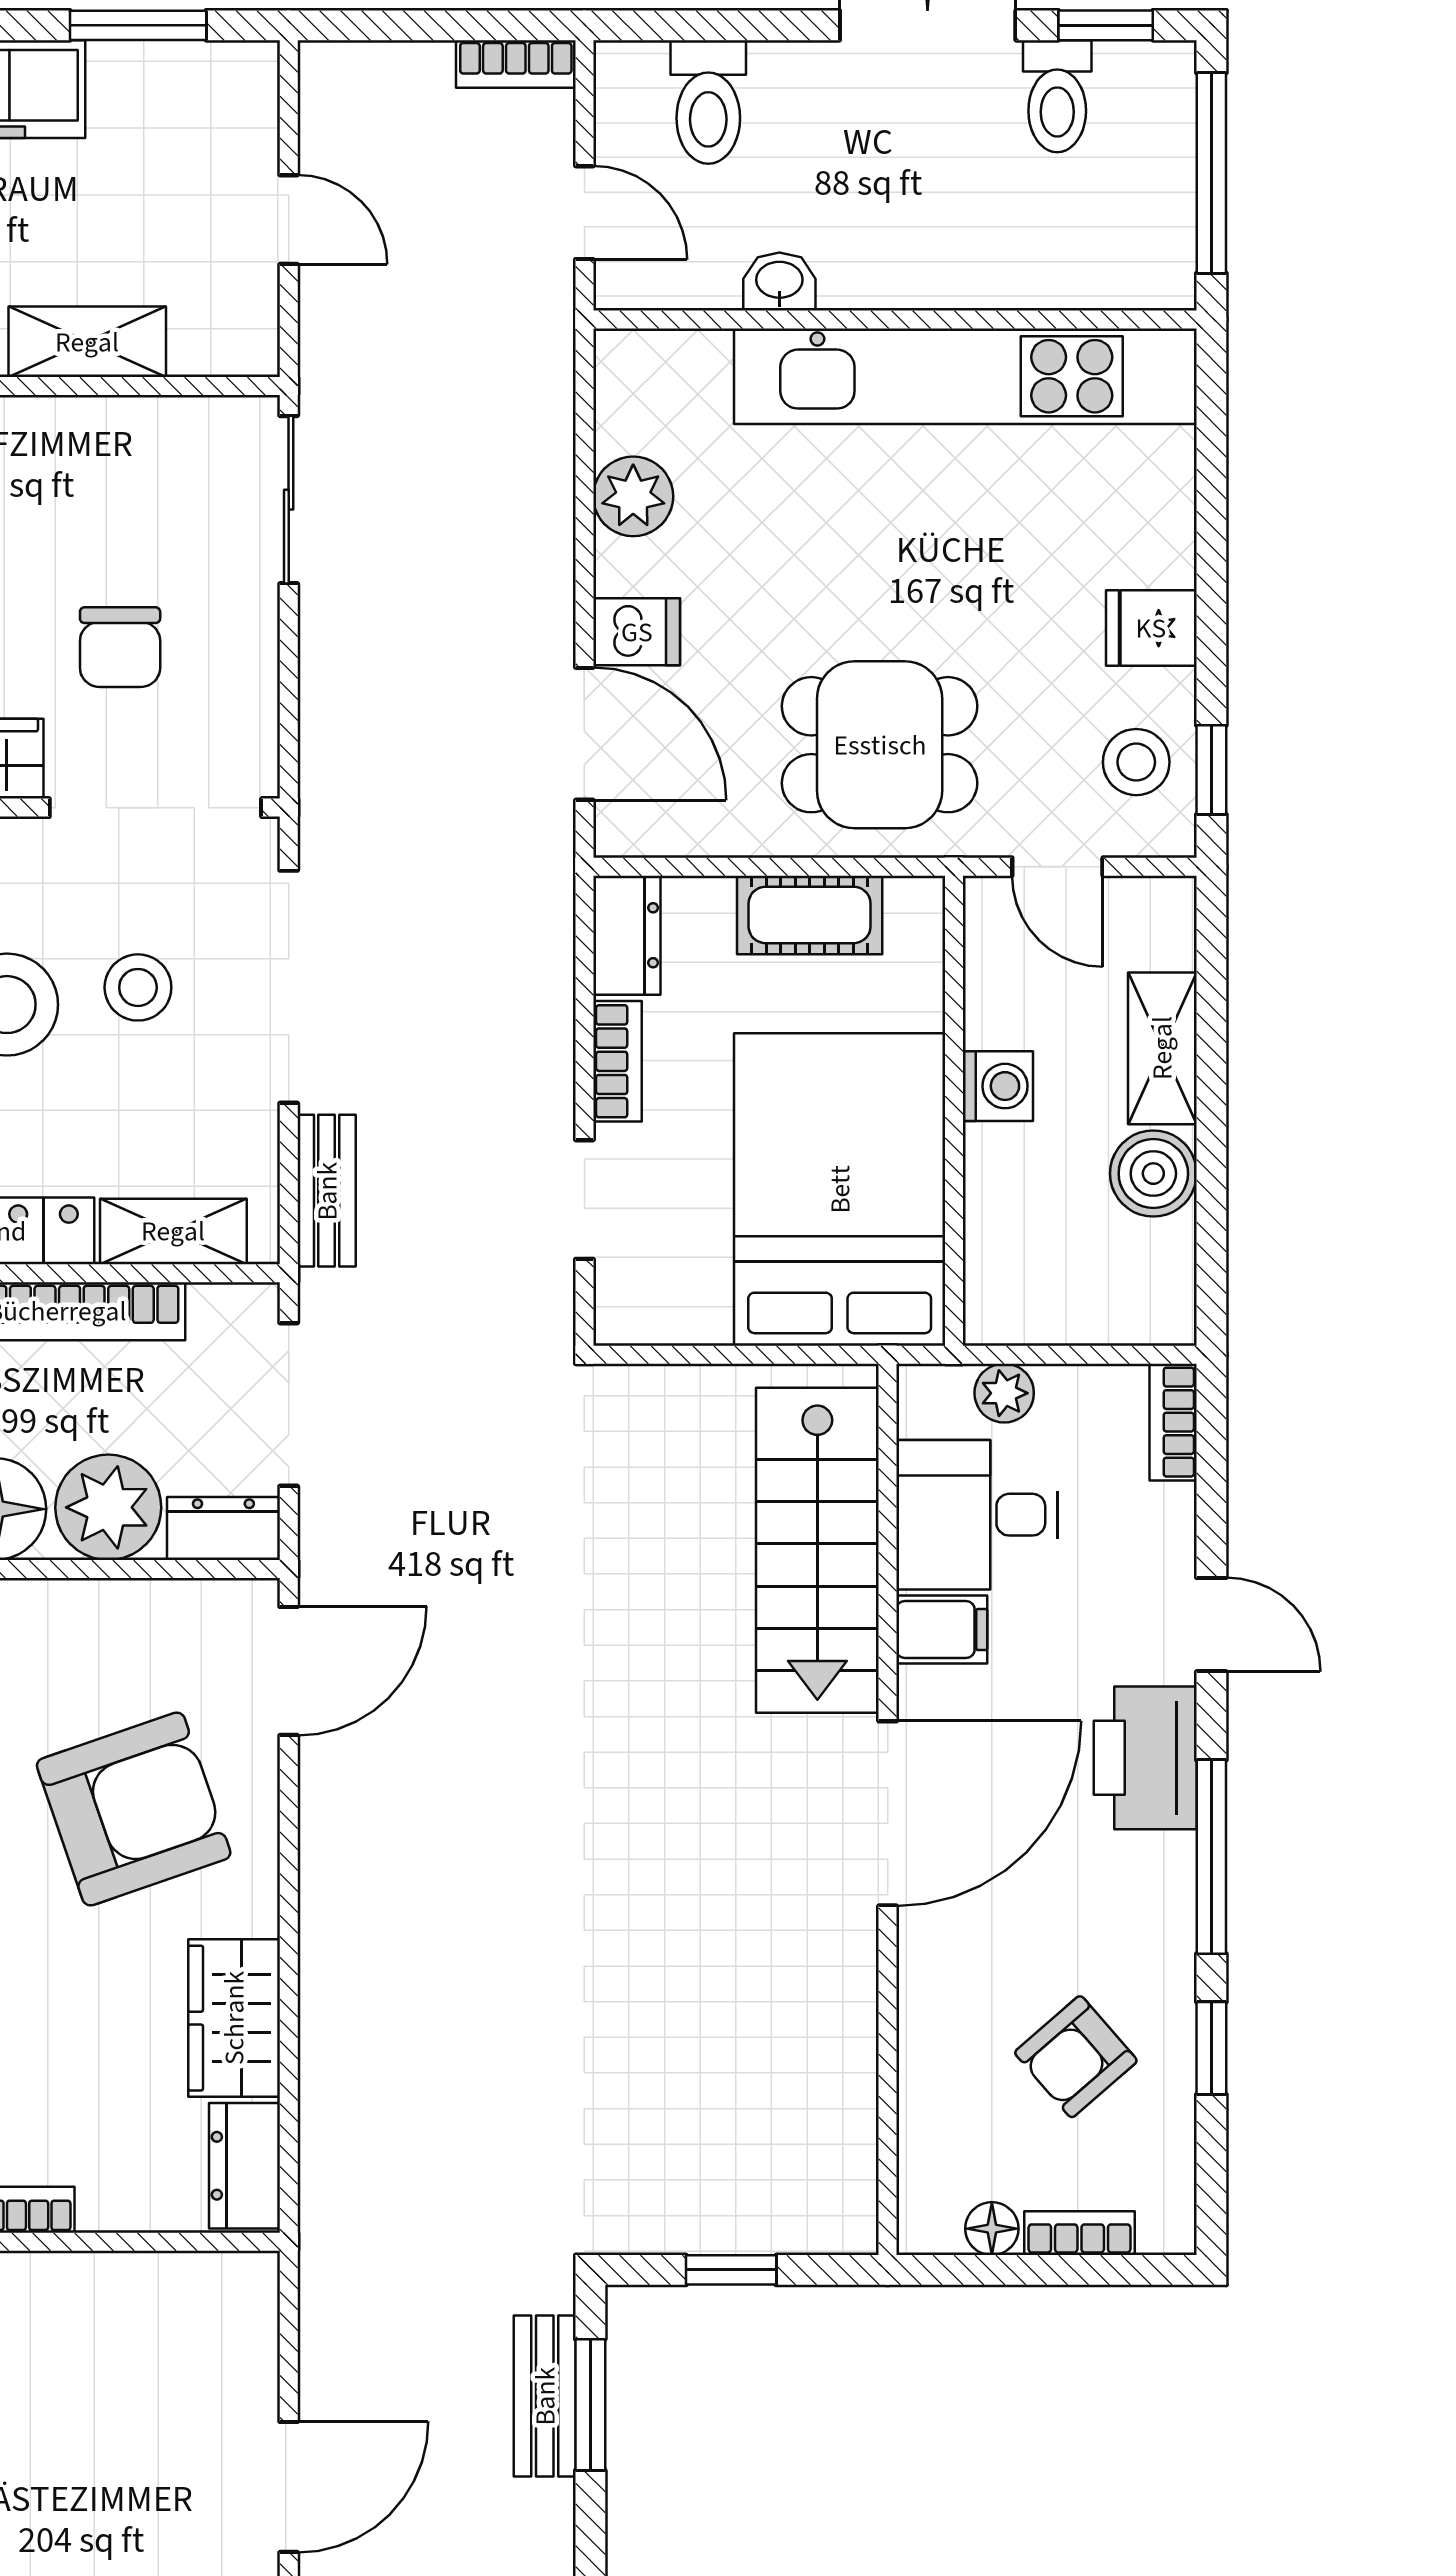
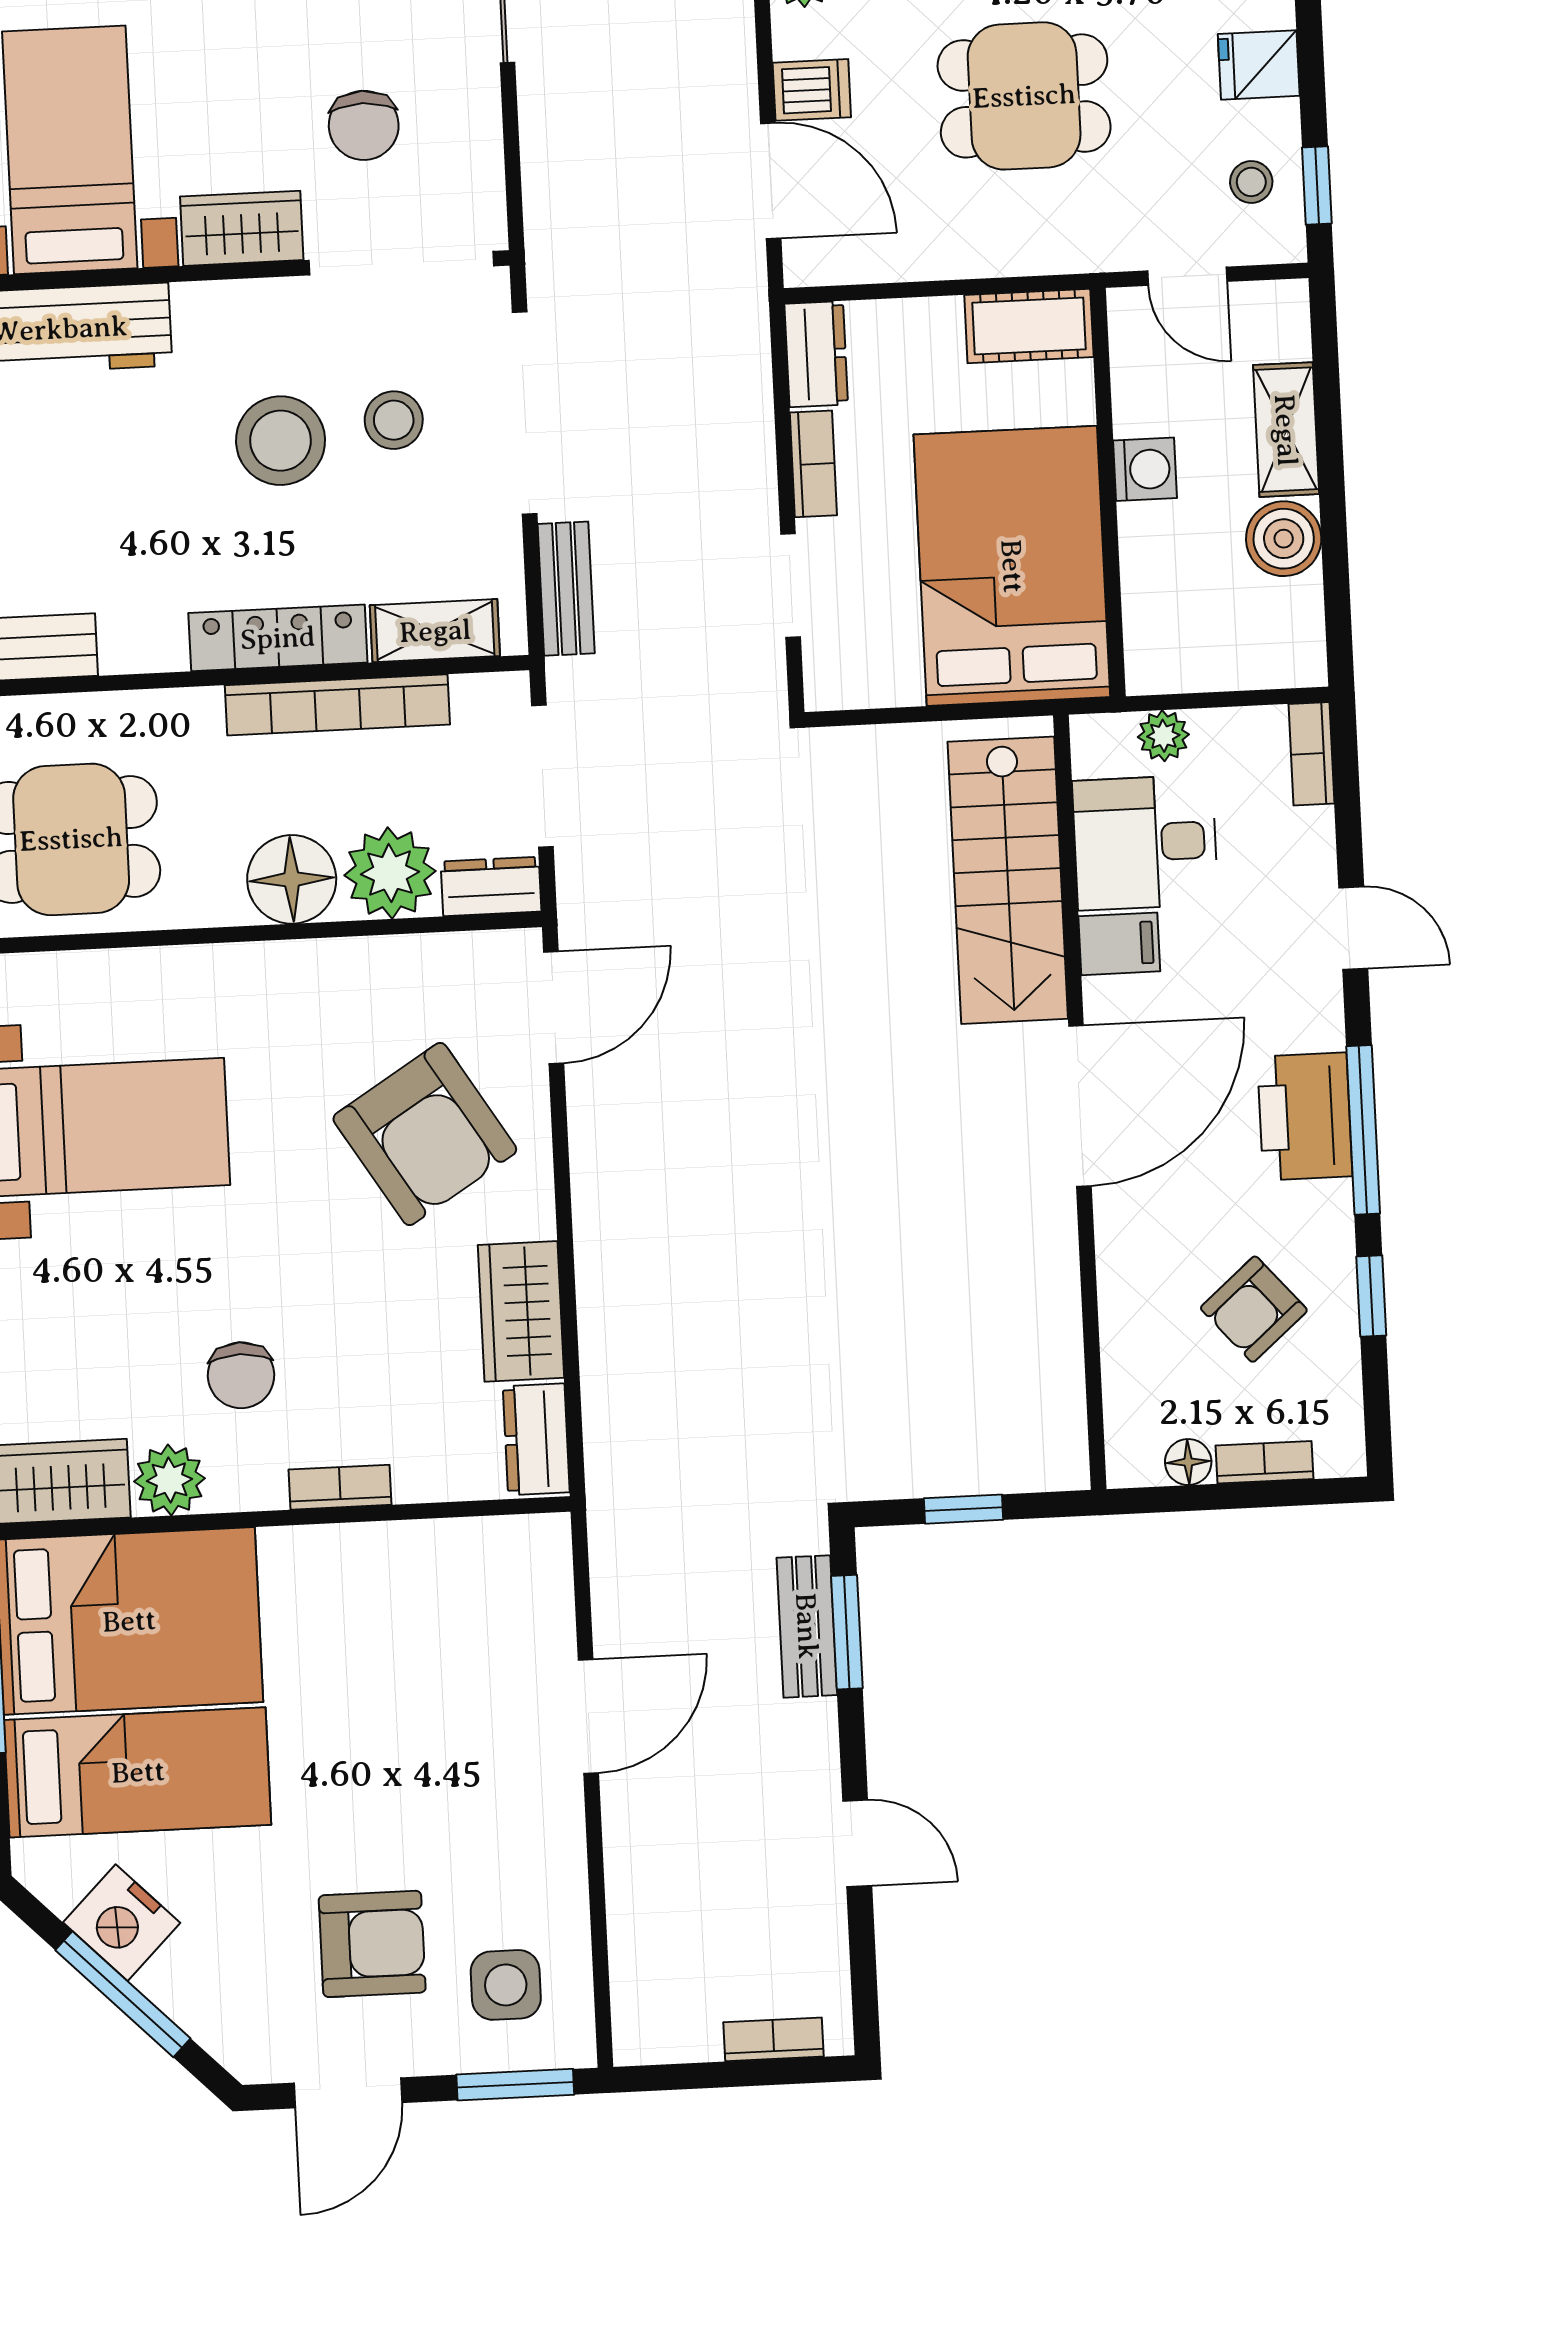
dining table: (880, 745) -> (1024, 96), moved
stool: (1136, 762) -> (1251, 182), width x0.73, depth x0.73
cot: (810, 915) -> (1029, 326), moved
printer: (1145, 1758) -> (1305, 1116), moved
armchair: (134, 1809) -> (425, 1134), turned 77

